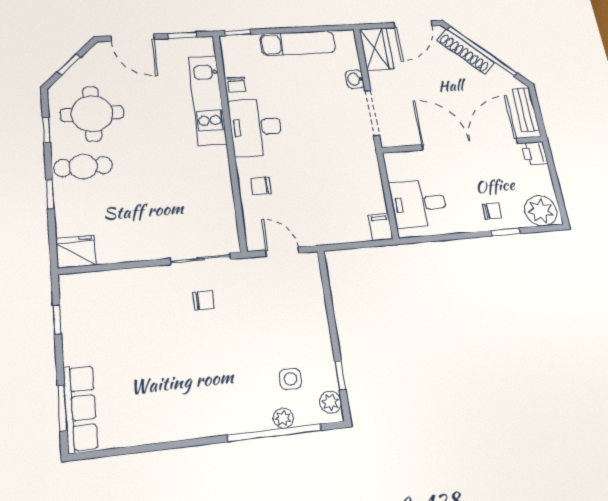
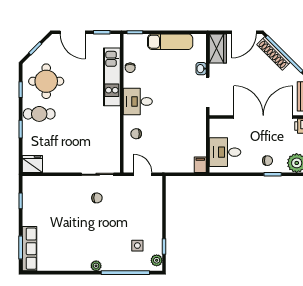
desk: (256, 127) -> (138, 101), width x0.73
plant: (283, 418) -> (96, 266), moved

